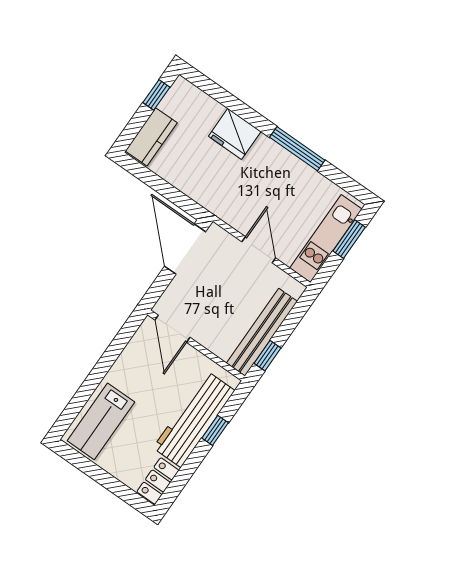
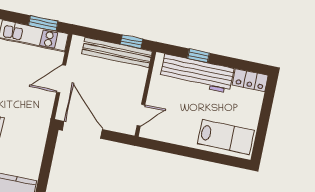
window: (349, 239) -> (43, 23), moved
door: (185, 249) -> (82, 130), swing flipped
door: (172, 329) -> (141, 115), width x0.73

